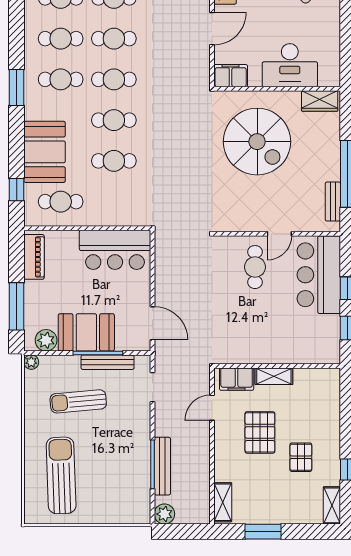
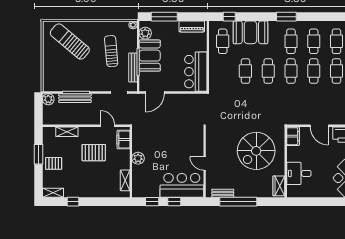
desk: (290, 65) -> (299, 173), width x0.73
cafe table: (255, 267) -> (186, 150), removed
plant: (270, 353) -> (138, 158), added
shelving: (274, 376) -> (125, 180), moved
pallet: (301, 457) -> (54, 163), moved
sun lounger: (61, 475) -> (70, 42), turned -138
shelving: (223, 502) -> (67, 132), moved

